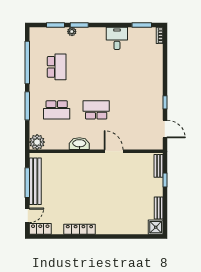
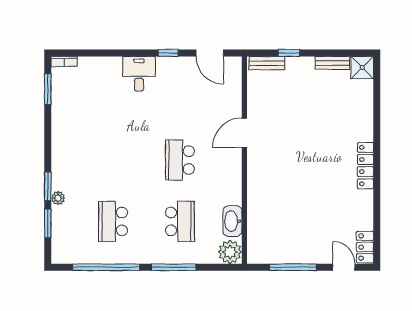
desk: (117, 38) -> (139, 74), moved, turned 90
school desk: (57, 67) -> (113, 221), turned -90
door: (165, 129) -> (210, 53), swing flipped
washbasin: (79, 144) -> (232, 221), moved
bench: (35, 181) -> (291, 255), removed
locker: (79, 229) -> (365, 166), moved

